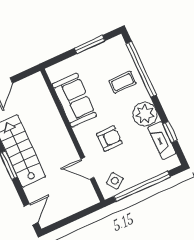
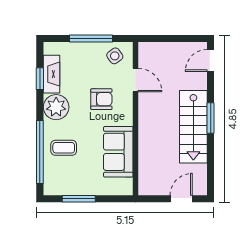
armchair: (109, 139) -> (101, 99), turned 180
window: (142, 186) -> (91, 38), width x0.68

